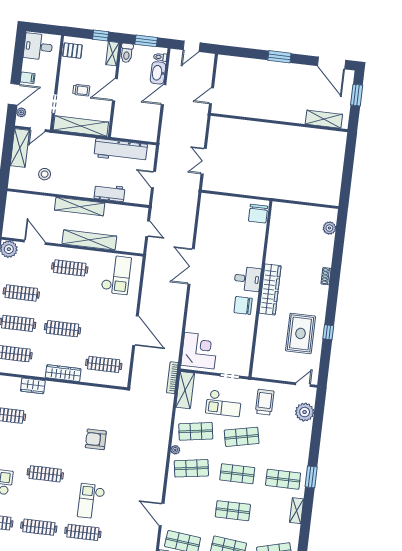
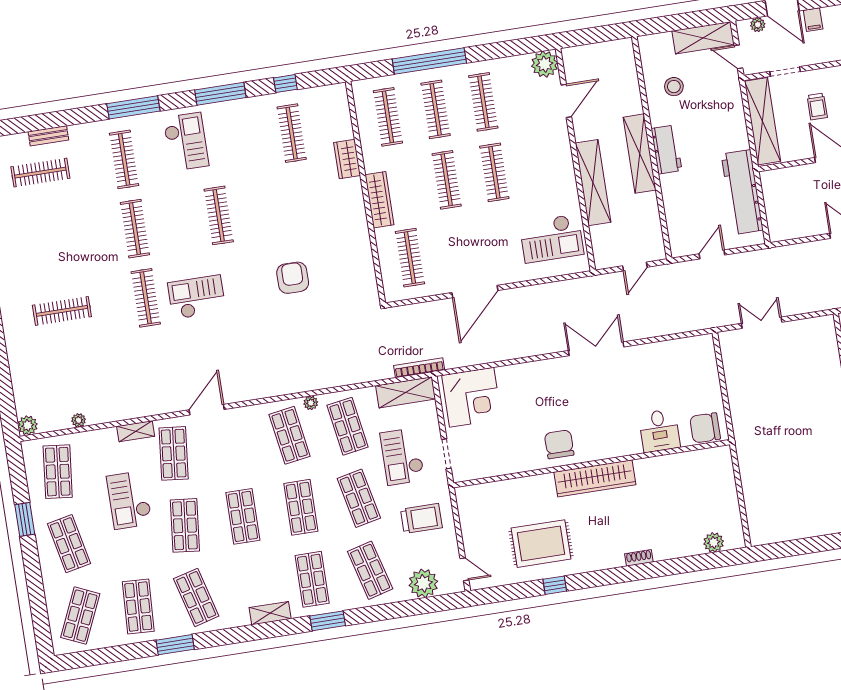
workbench: (109, 193) -> (666, 150), moved
clothes rail: (70, 268) -> (494, 172), moved
desk: (248, 279) -> (659, 431), moved
shop shelf: (287, 442) -> (370, 570), added

